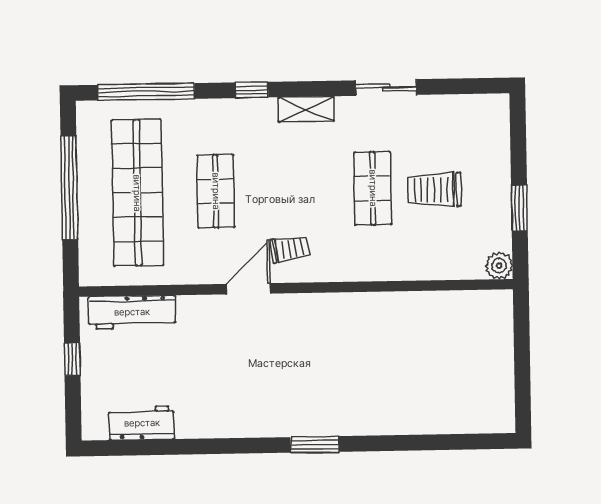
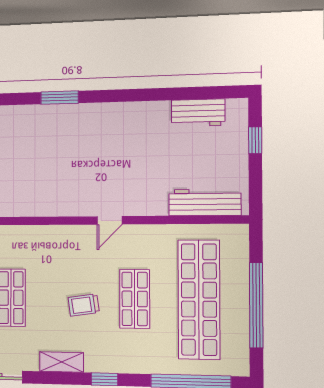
trolley: (290, 249) -> (84, 305), moved
door: (249, 289) -> (110, 220), width x0.73
window: (72, 359) -> (255, 140), moved

